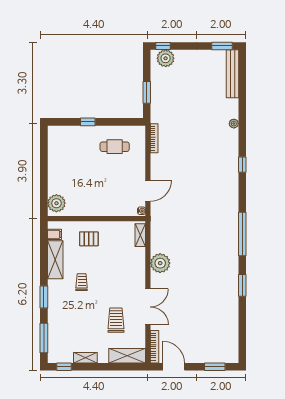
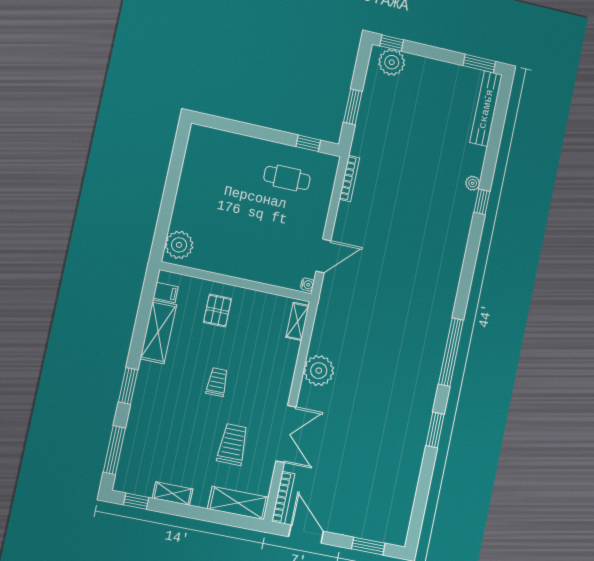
window: (88, 122) -> (308, 143), moved
window: (242, 165) -> (482, 202), moved
pallet: (89, 239) -> (217, 310), turned 90
trolley: (82, 282) -> (217, 382), moved

